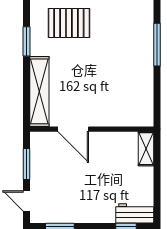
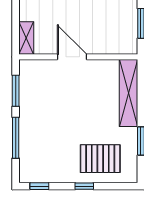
window: (157, 94) -> (16, 91), added
door: (73, 129) -> (72, 57), moved

